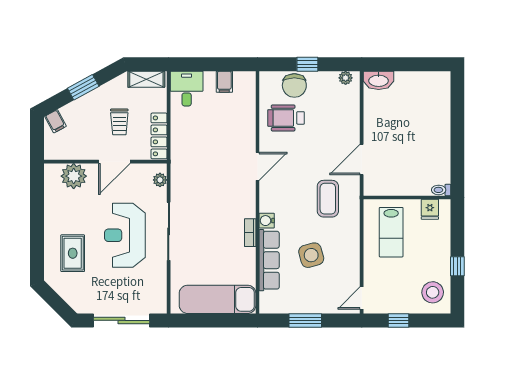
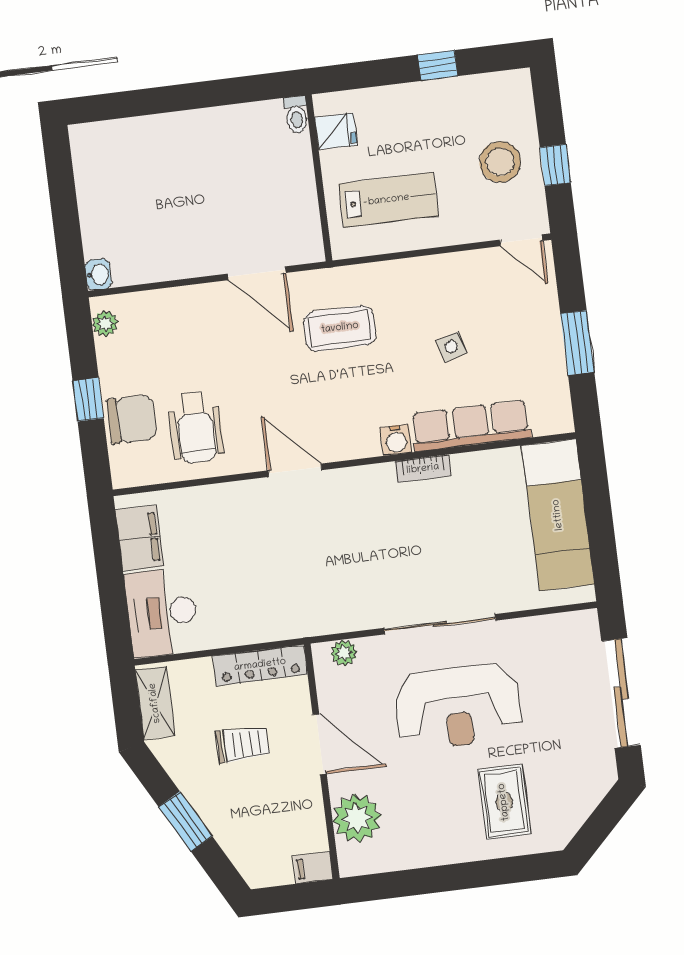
washbasin: (379, 80) -> (98, 274), width x0.52, depth x0.69
filing cabinet: (224, 82) -> (139, 538), width x2.00
desk: (187, 89) -> (162, 612), width x1.37
filing cabinet: (55, 121) -> (313, 868), moved, turned -151
rug: (73, 253) -> (504, 802), turned 90
side table: (311, 255) -> (451, 347), width x0.54, depth x0.54
stool: (433, 292) -> (500, 162), moved

